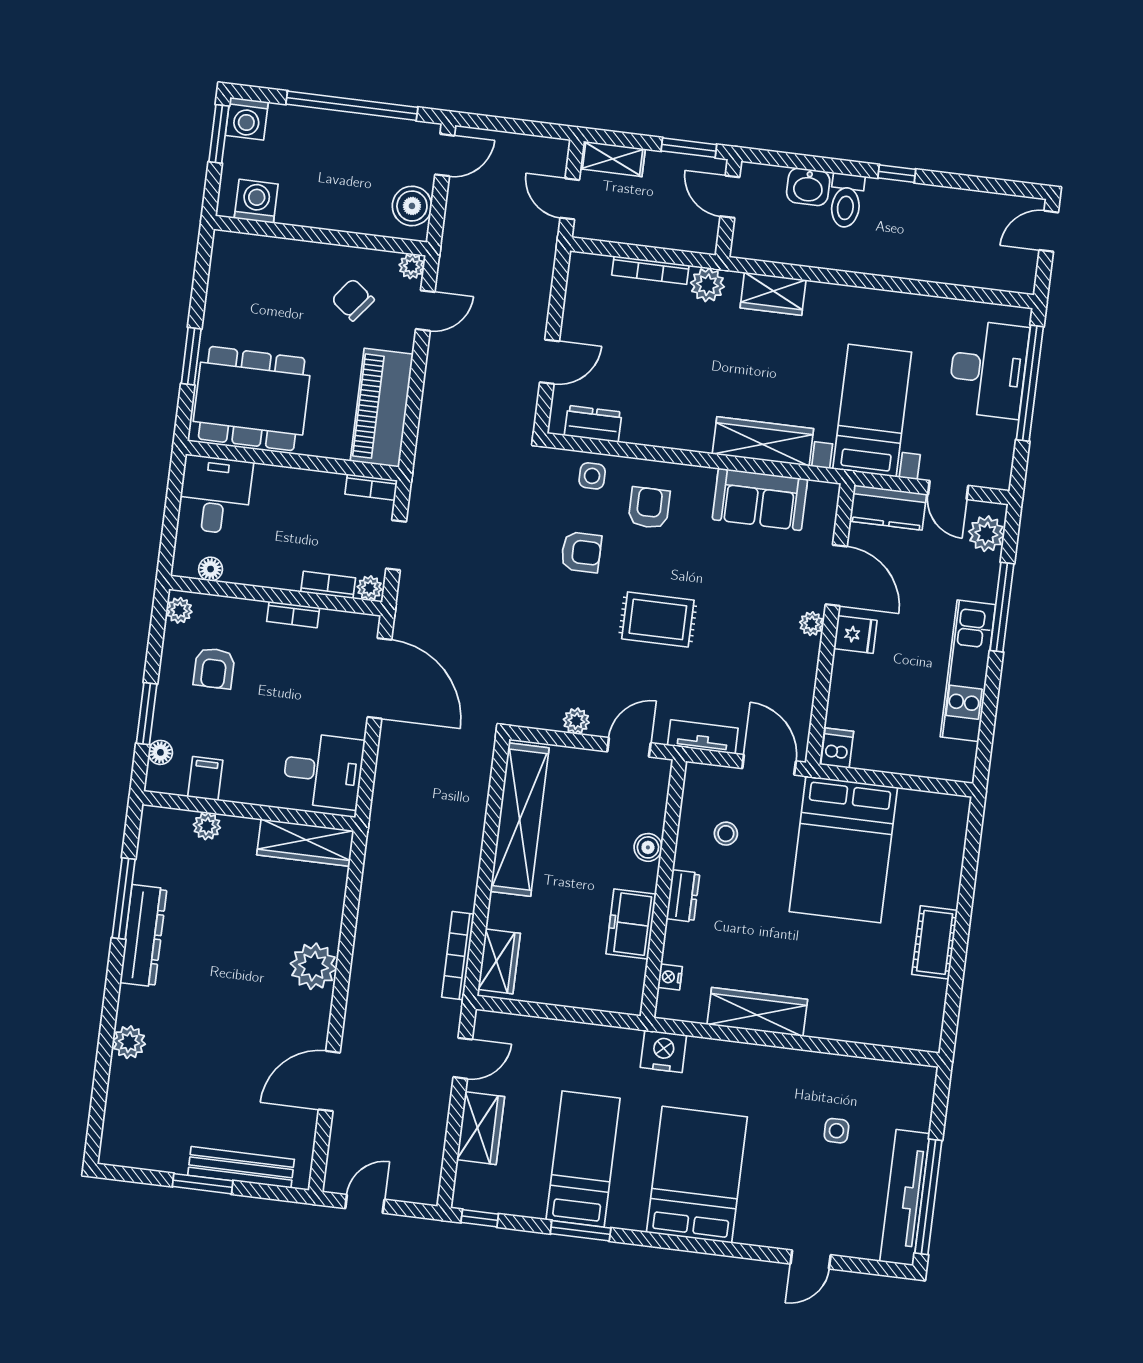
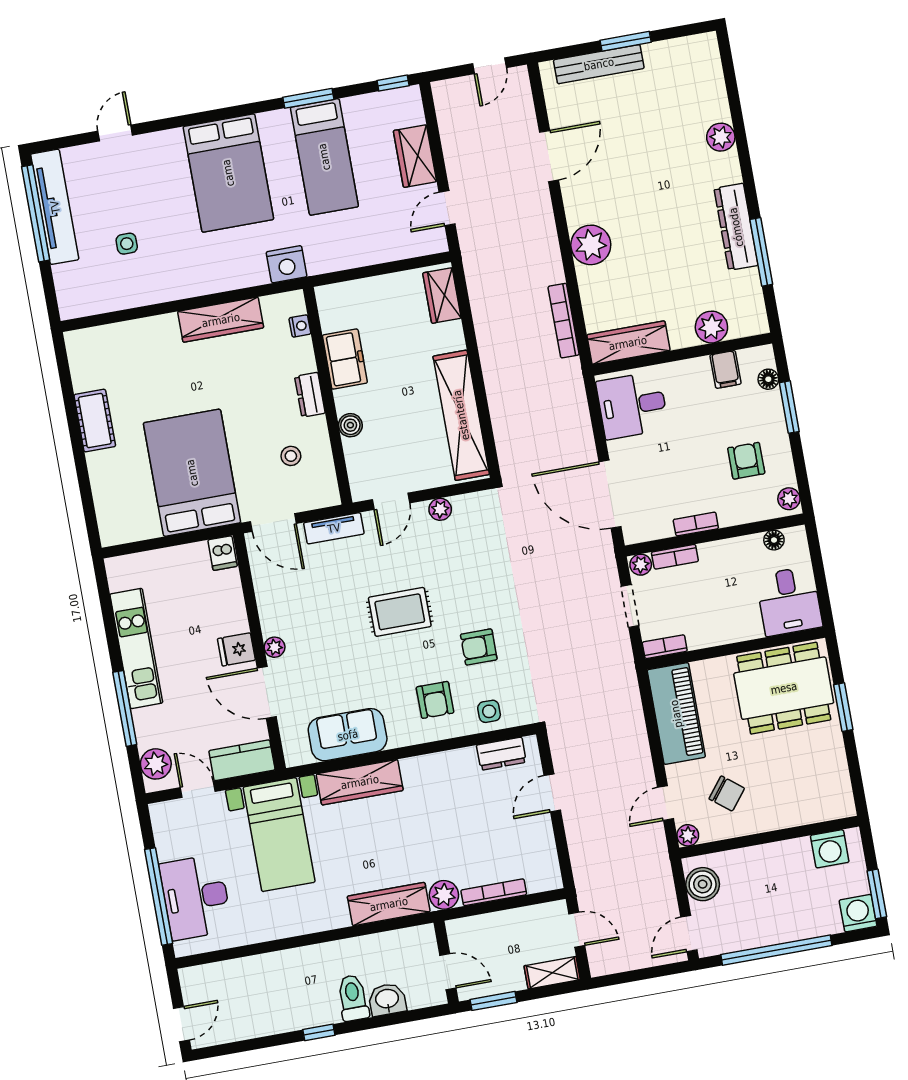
wardrobe: (773, 294) -> (389, 904), width x1.50
plant: (207, 826) -> (711, 327), width x1.38, depth x1.38
bookcase: (458, 956) -> (564, 321), moved, turned 180

